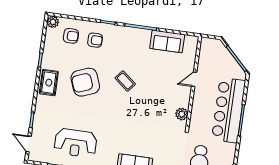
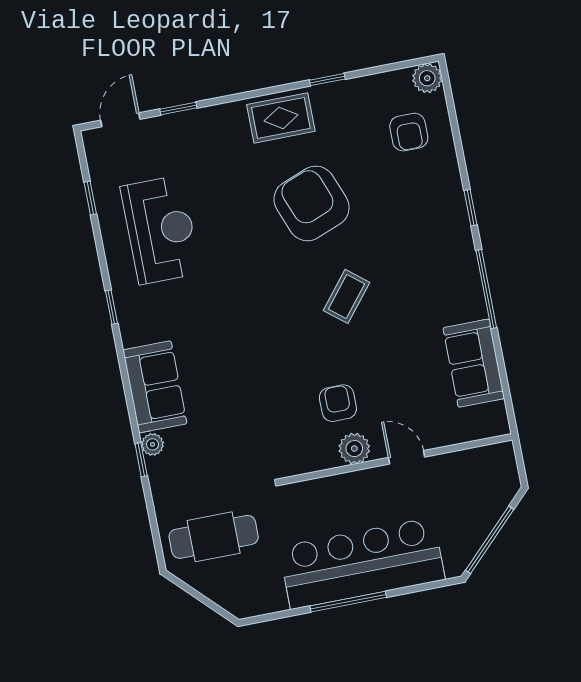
armchair: (95, 40) -> (338, 403), moved, turned 180
plant: (182, 114) -> (354, 449), moved
reception desk: (76, 143) -> (161, 230), turned 180

